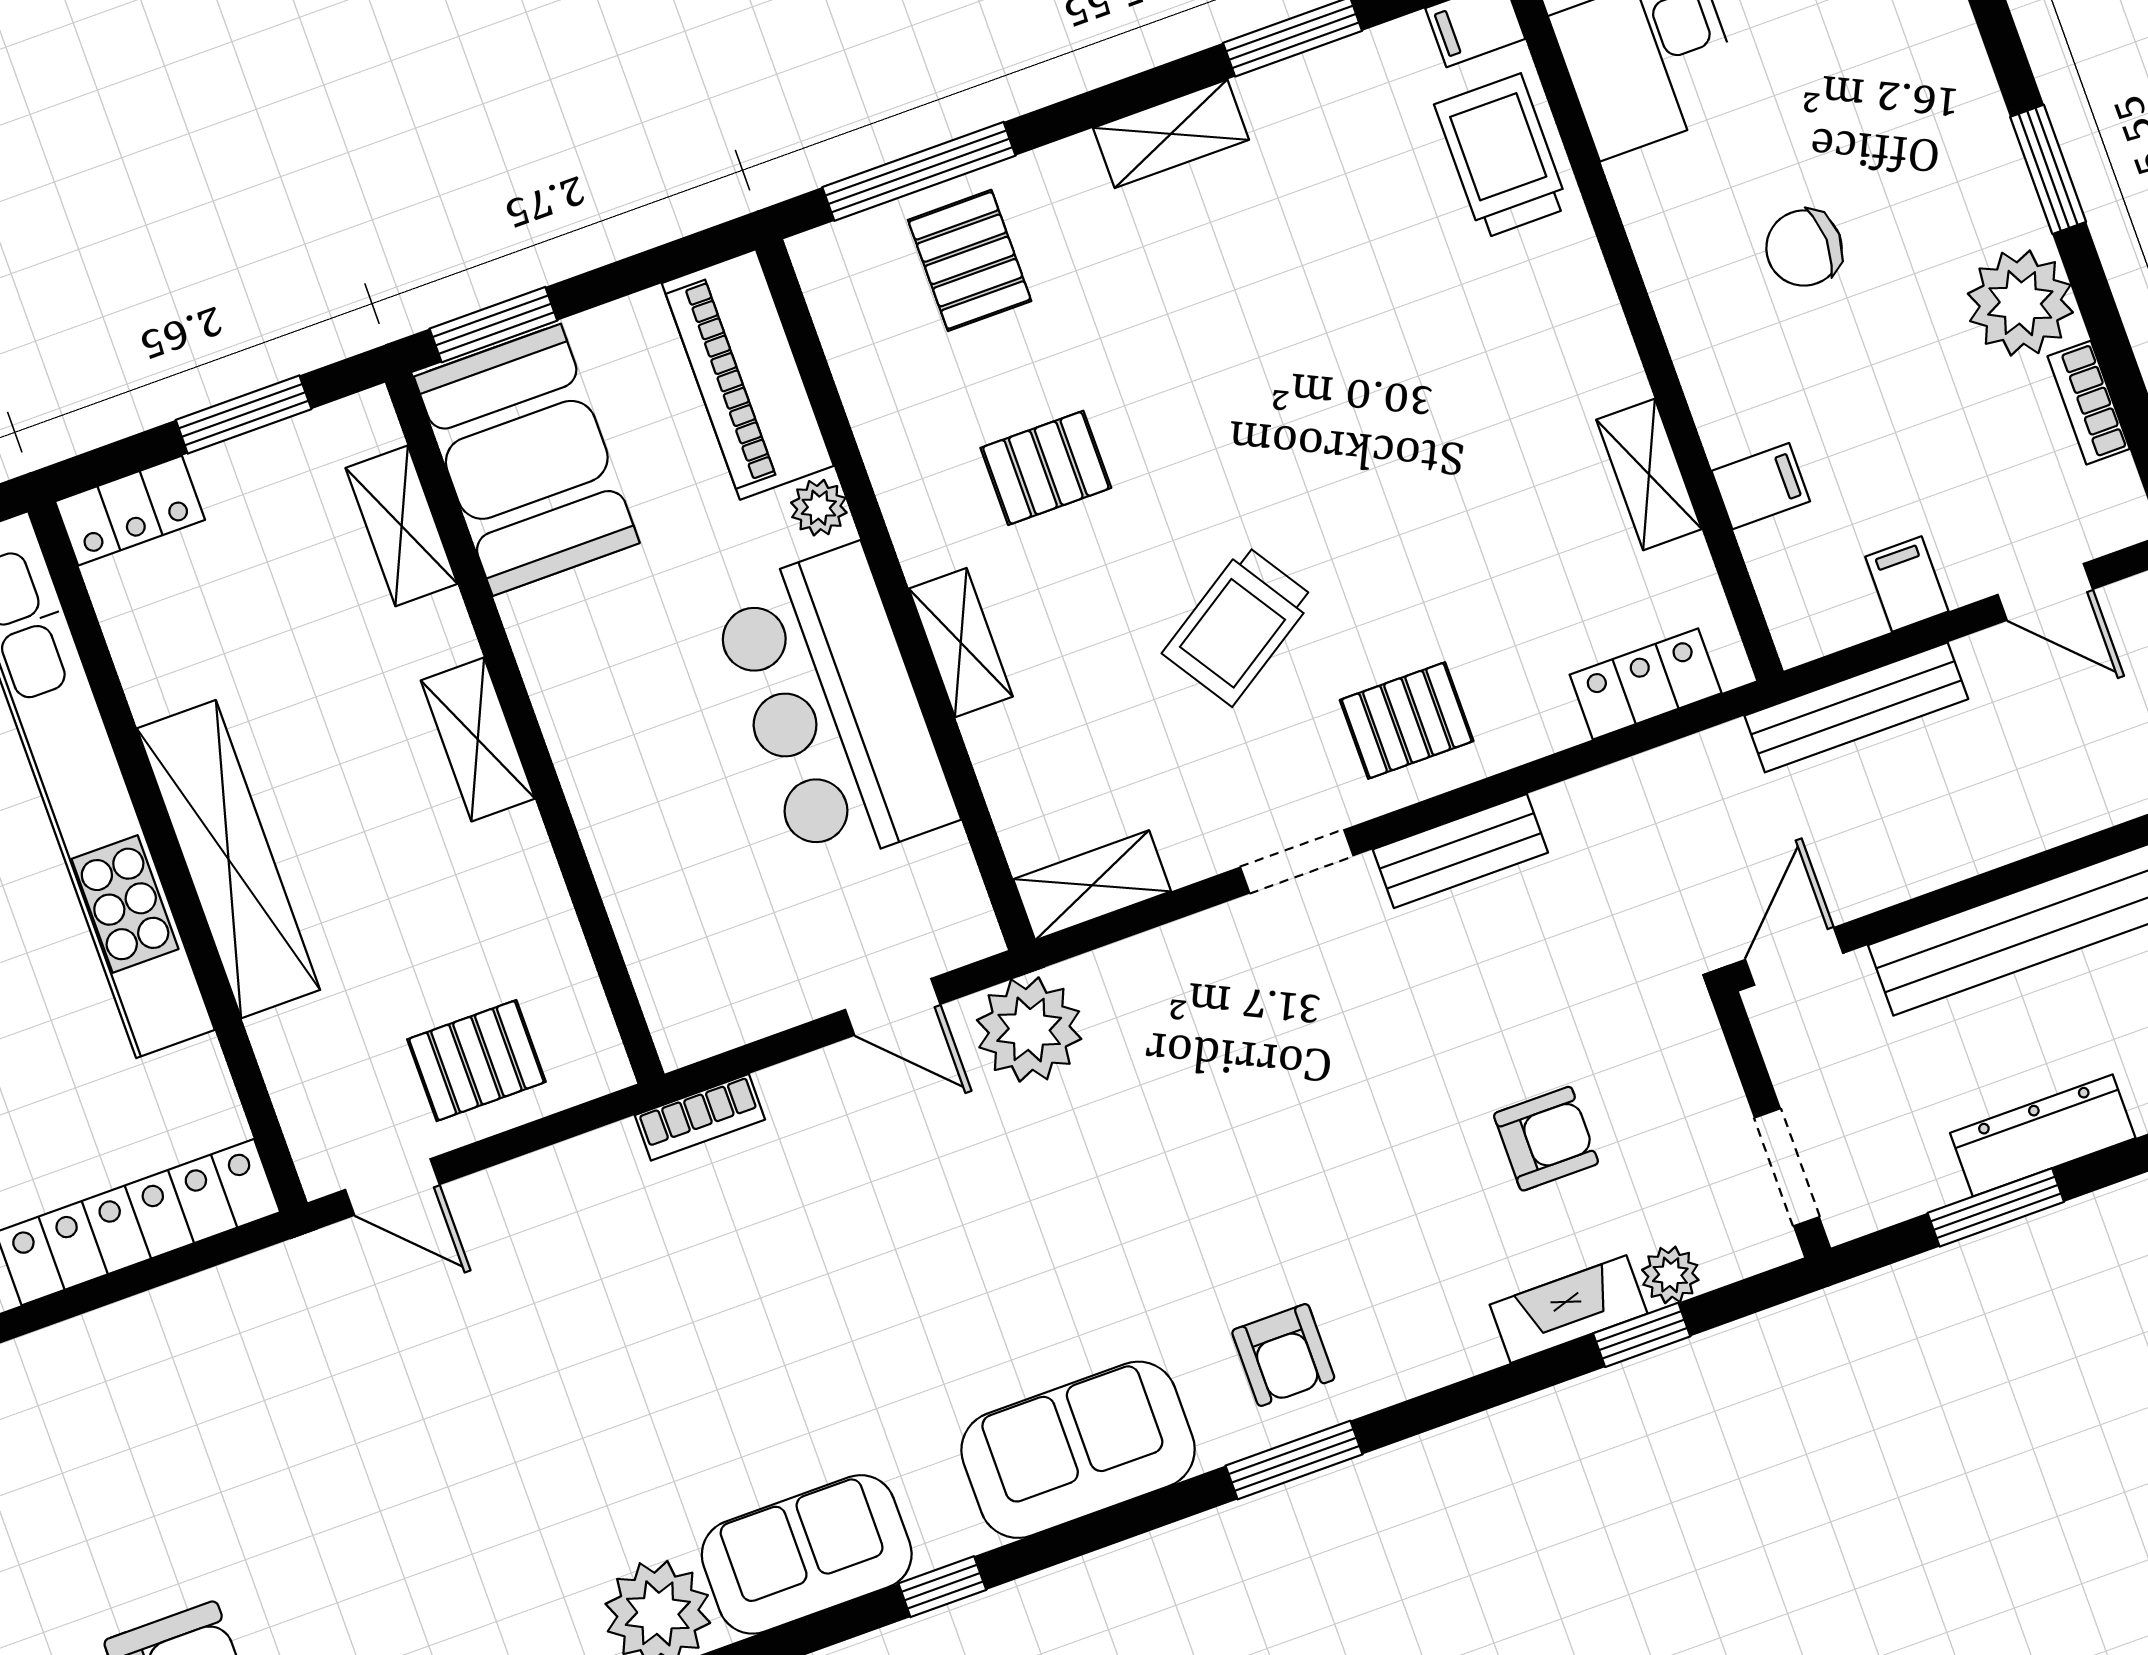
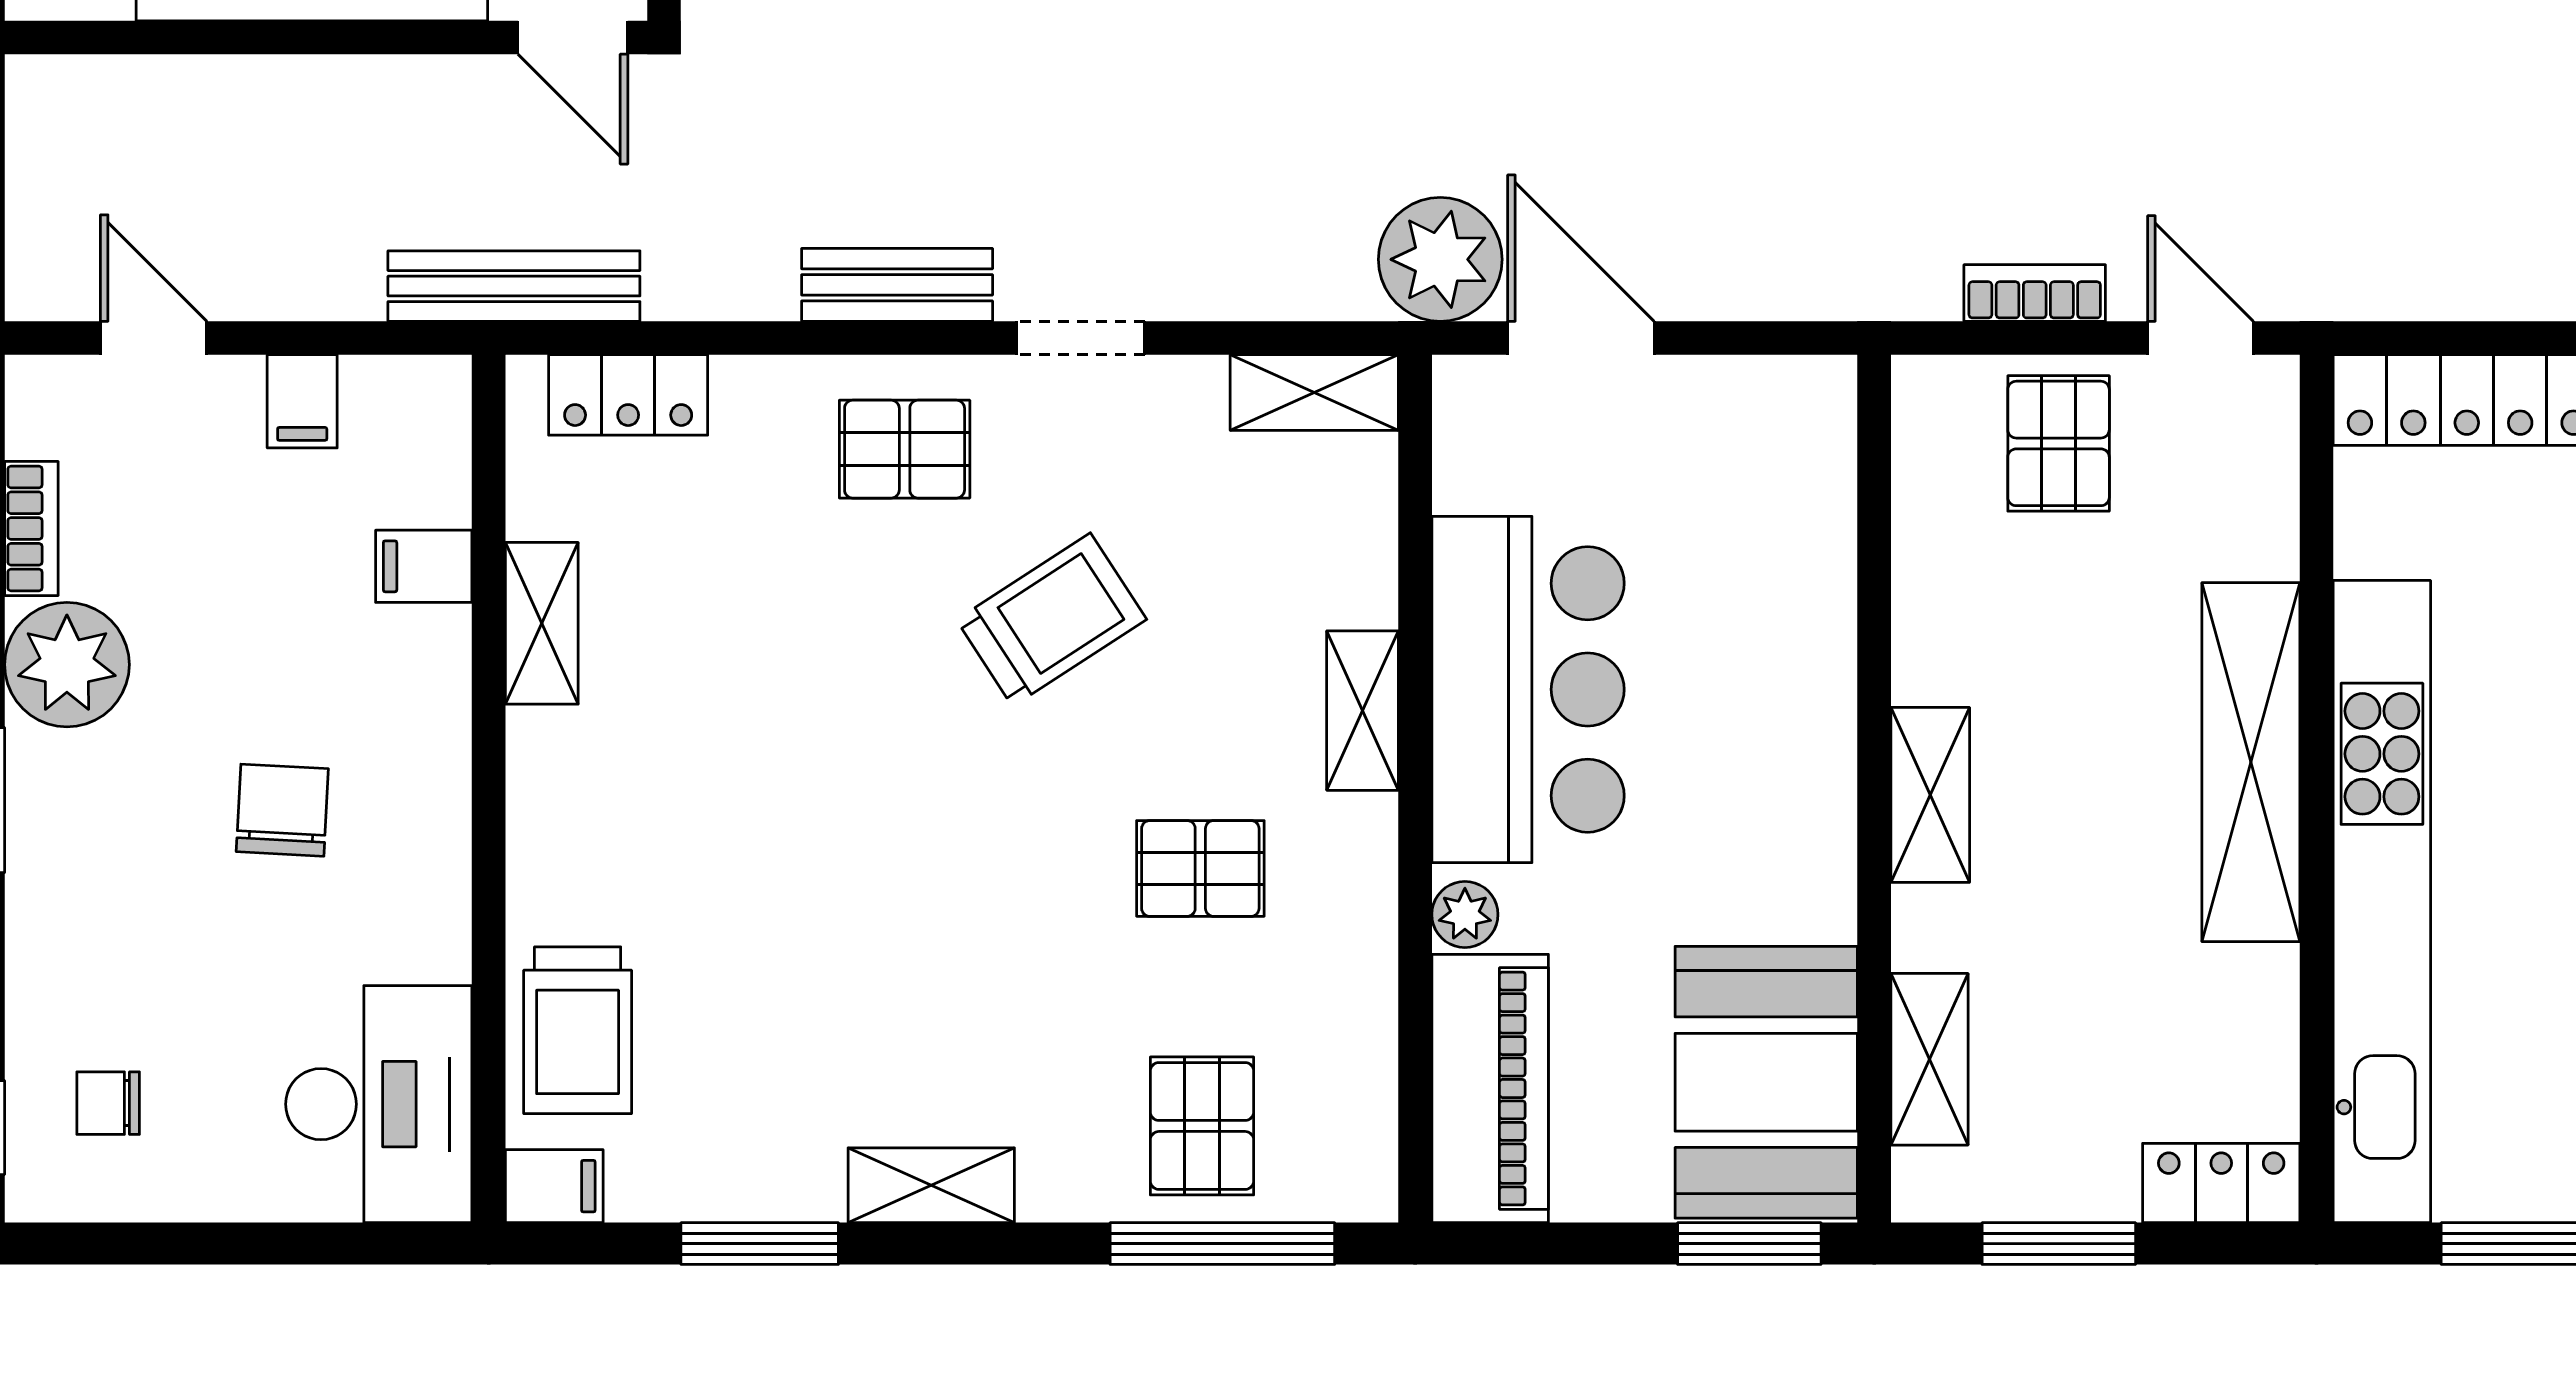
chair: (1804, 248) -> (282, 810), turned -86
bench: (1856, 707) -> (514, 286), moved
door: (1794, 956) -> (573, 38), hinge flipped
door: (893, 1007) -> (1581, 338), width x1.38
pallet: (476, 1061) -> (2059, 443), turned 90
bookcase: (700, 1117) -> (2035, 293), moved

